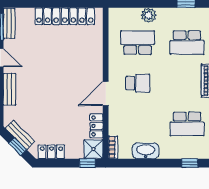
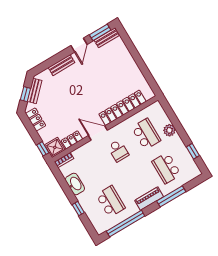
locker: (65, 16) -> (122, 108), moved, turned 90
school desk: (187, 124) -> (110, 201), turned 180
window: (190, 163) -> (78, 209), moved

